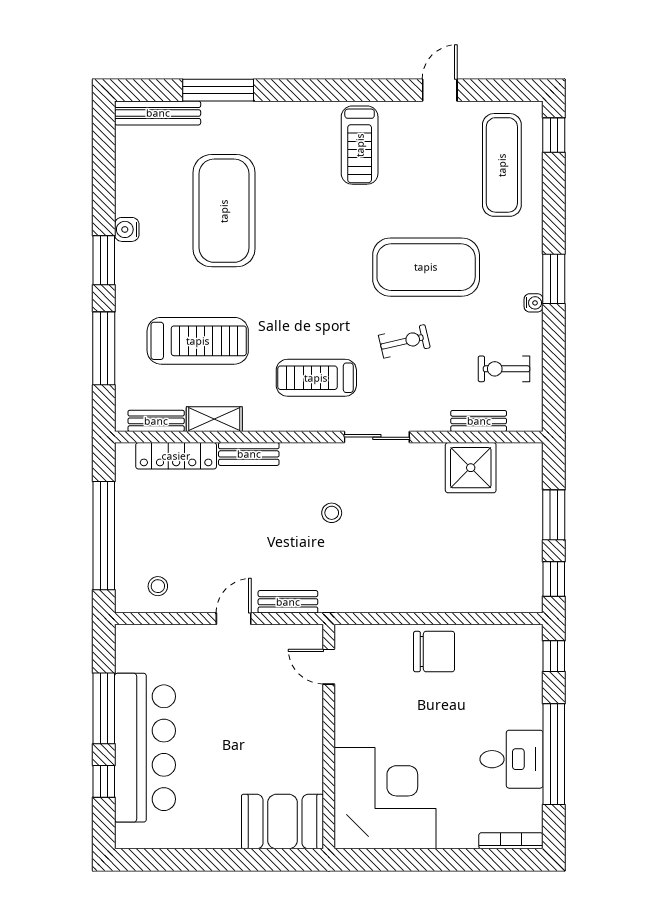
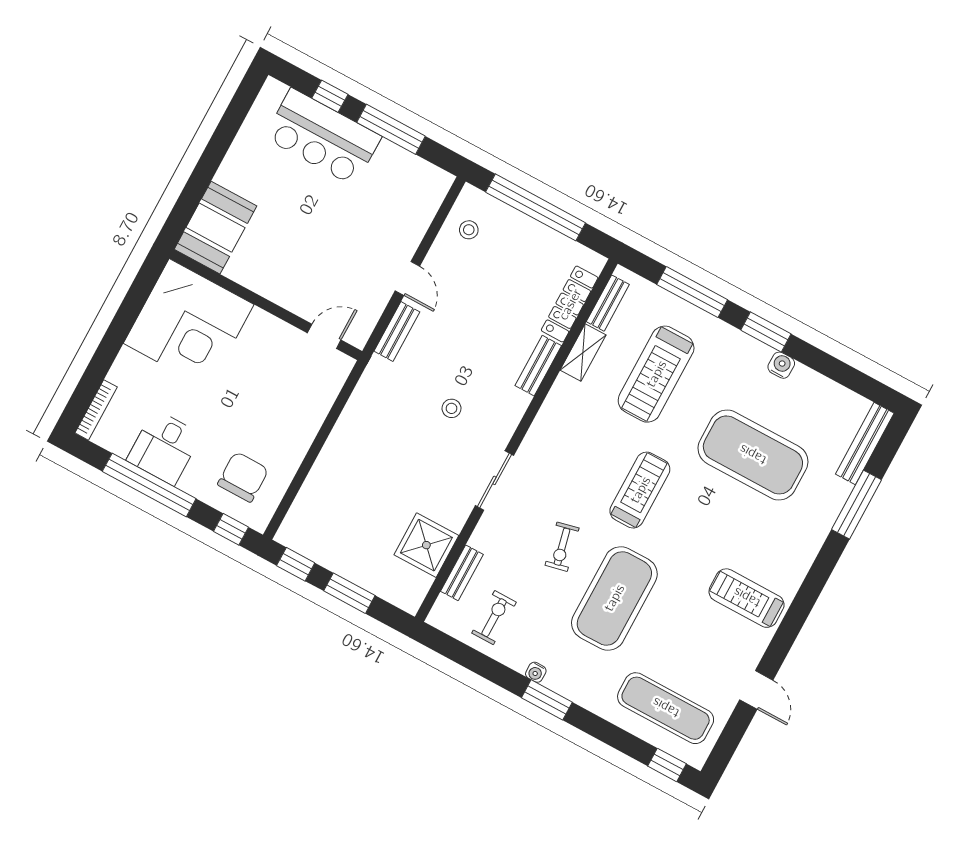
treadmill: (316, 378) -> (640, 490), moved
chair: (434, 652) -> (243, 477), moved, turned 180
bar counter: (145, 748) -> (323, 137), width x0.73

